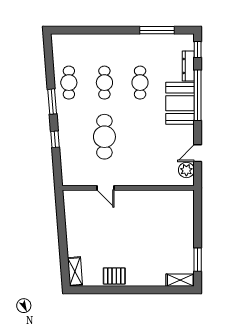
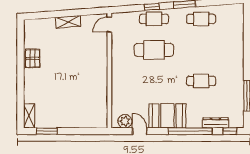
cafe table: (104, 83) -> (154, 19), moved
booth: (180, 103) -> (167, 116), moved
door: (105, 188) -> (109, 25), moved
shelving: (75, 271) -> (68, 22), moved

